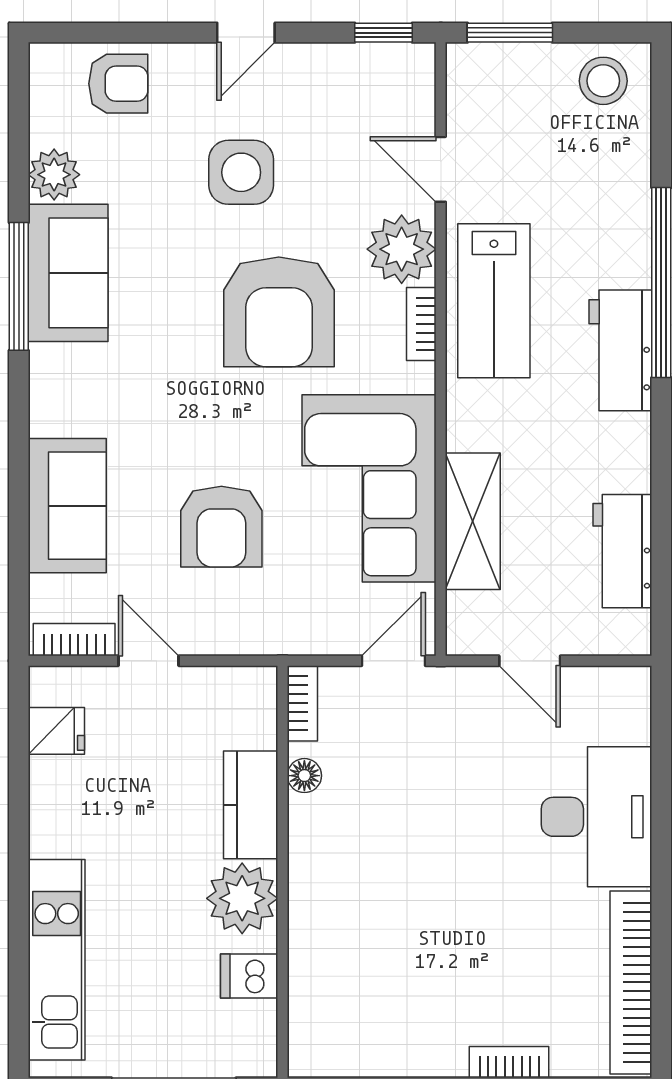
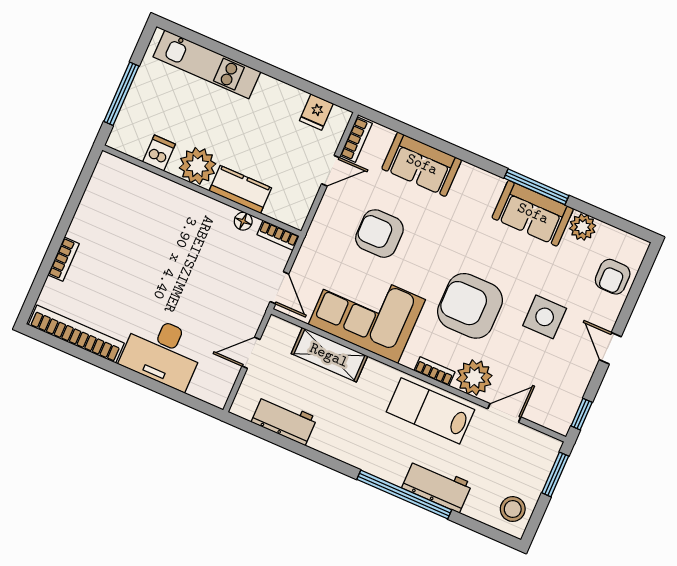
workbench: (620, 350) -> (437, 486), moved

